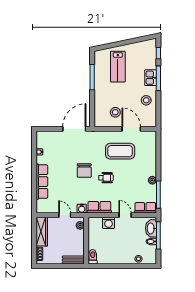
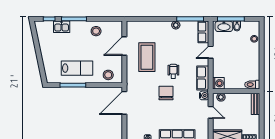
lab bench: (118, 67) -> (77, 68), moved
kitchen sink: (151, 78) -> (62, 27), moved
stool: (115, 112) -> (108, 75), moved
door: (74, 129) -> (124, 103), hinge flipped
chair: (84, 170) -> (166, 93), turned -90
door: (65, 215) -> (211, 112), swing flipped
washing machine: (108, 223) -> (218, 83), moved

